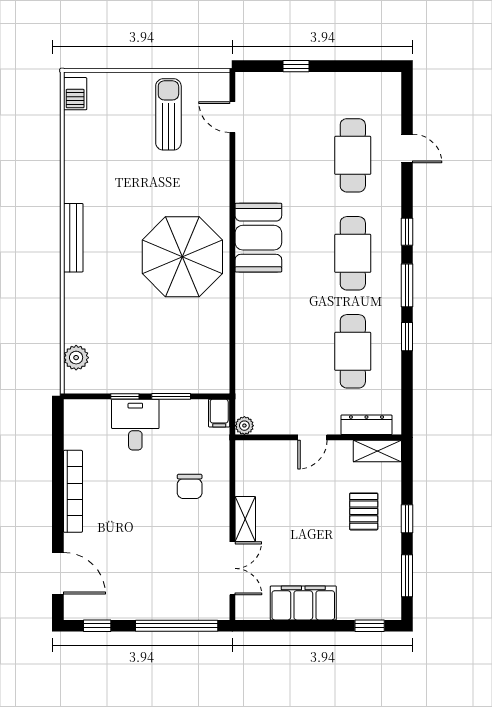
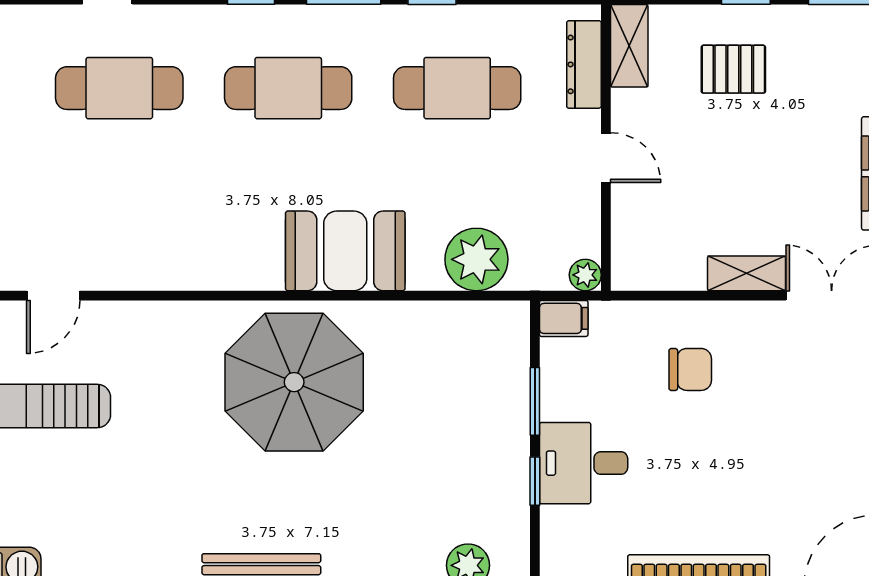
booth: (258, 238) -> (345, 251), moved
plant: (253, 362) -> (476, 259), added

